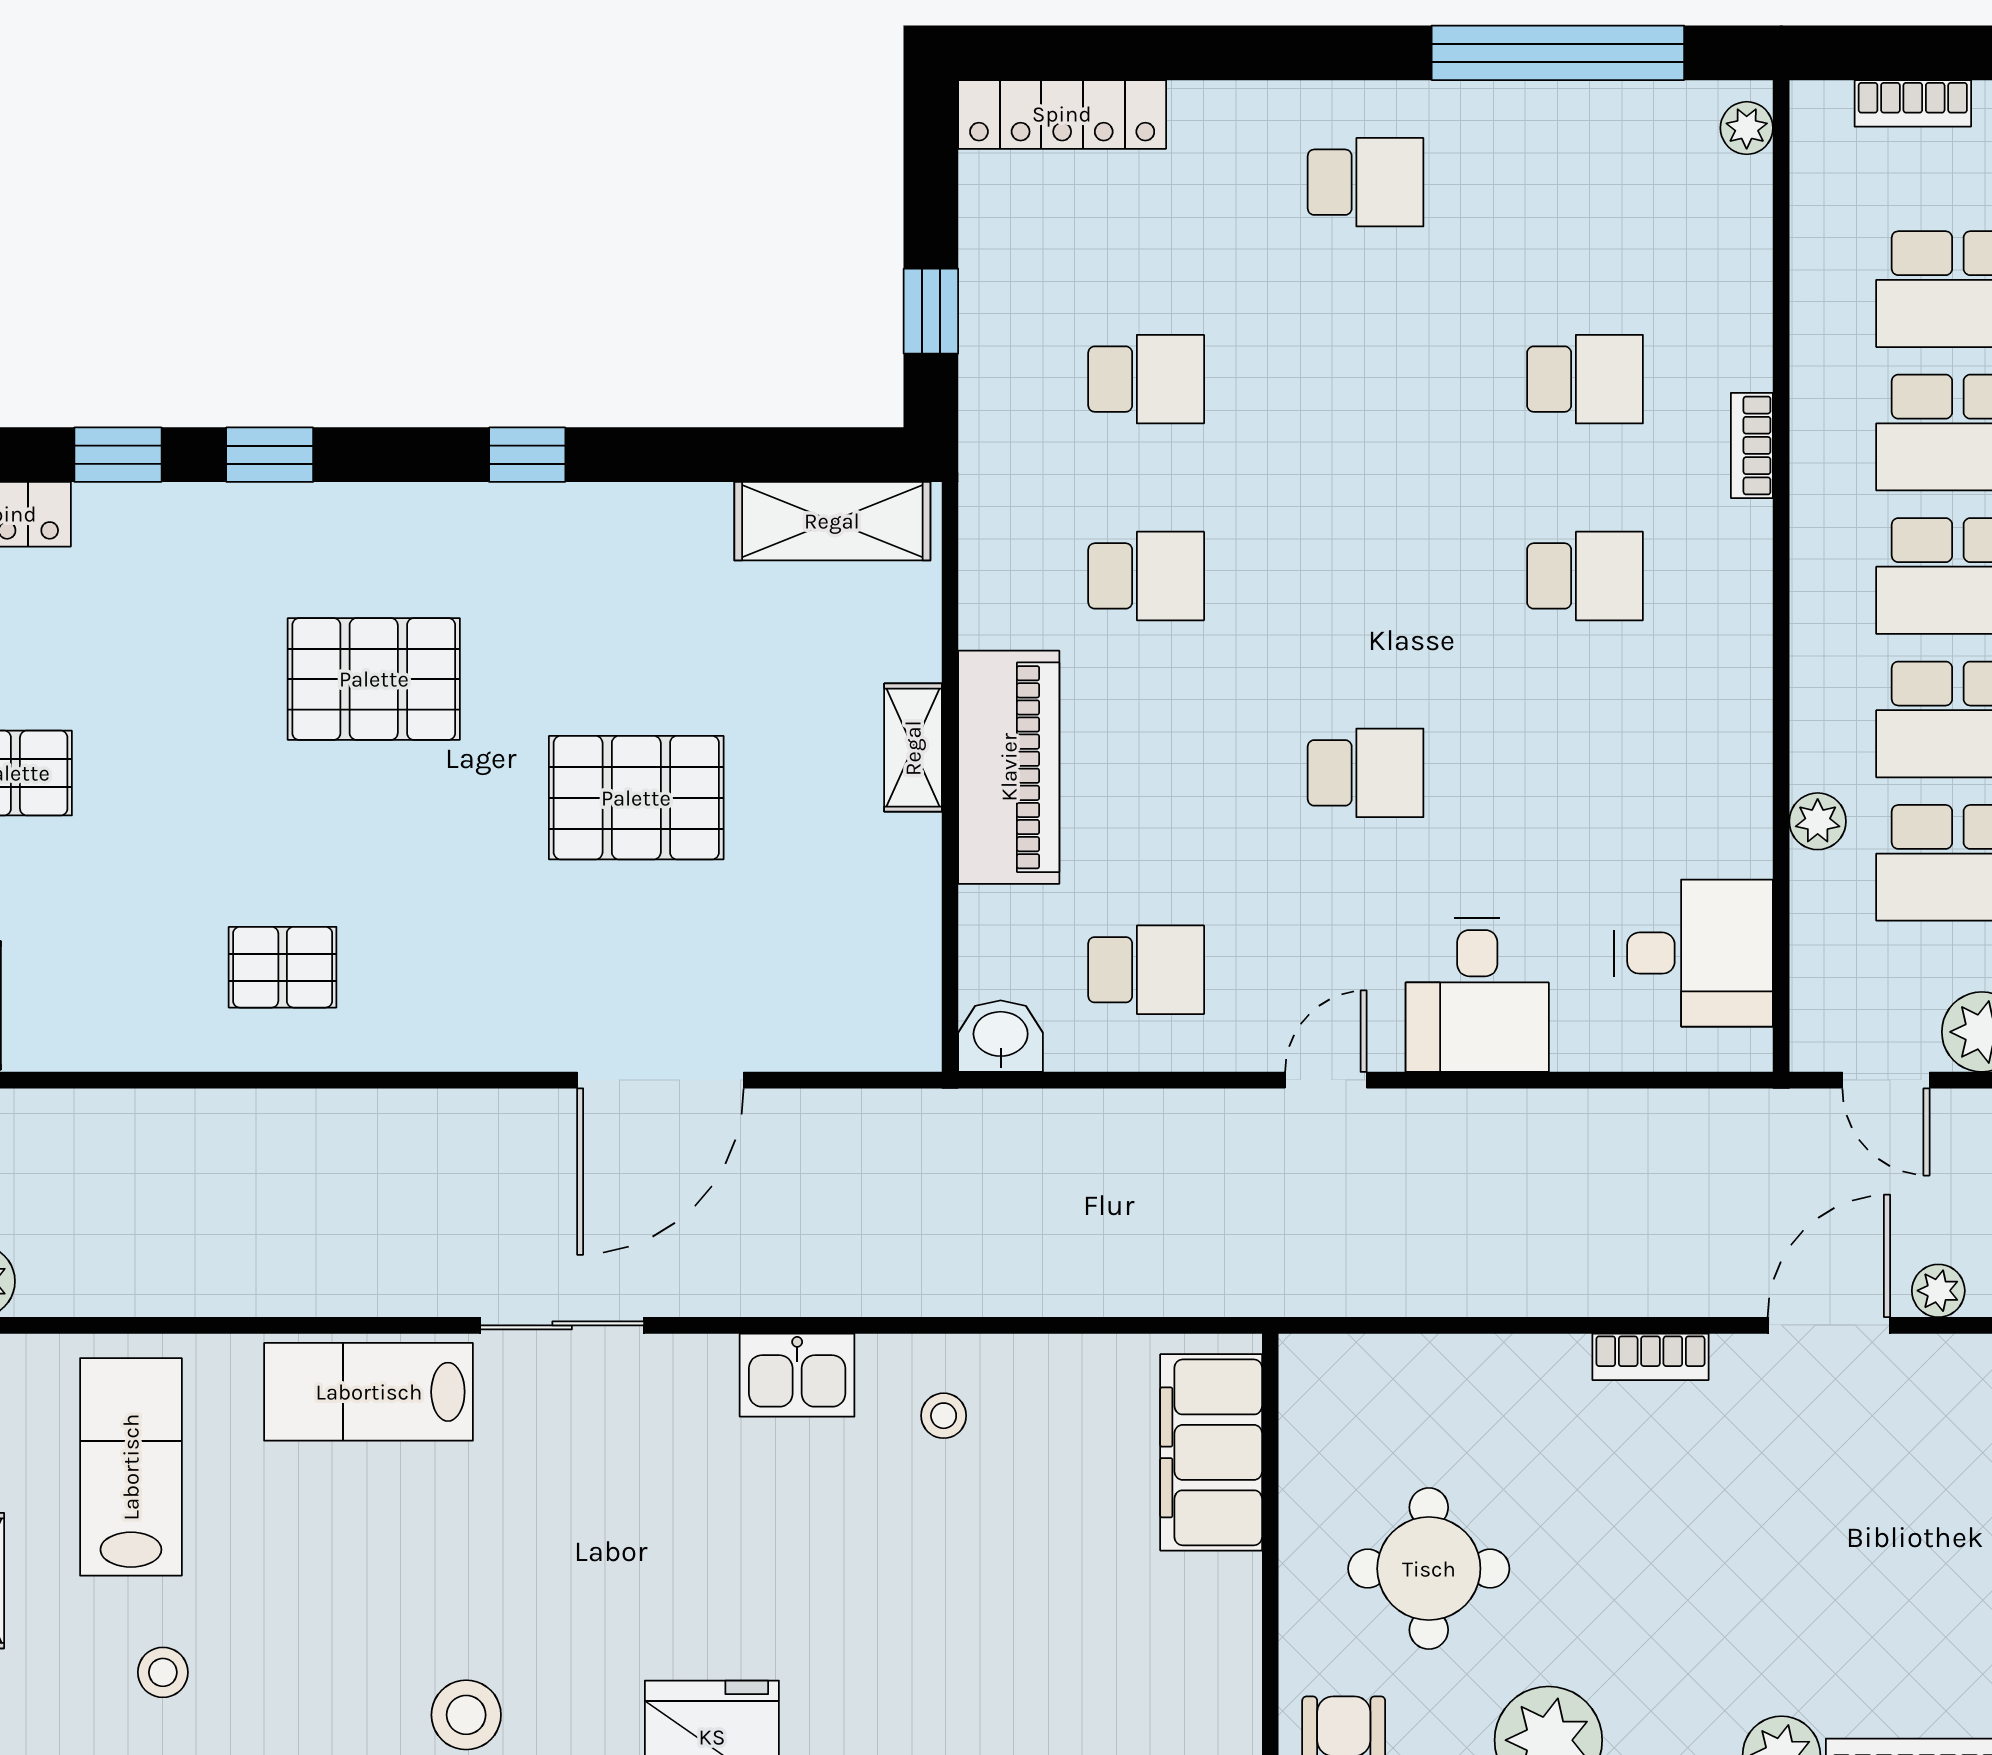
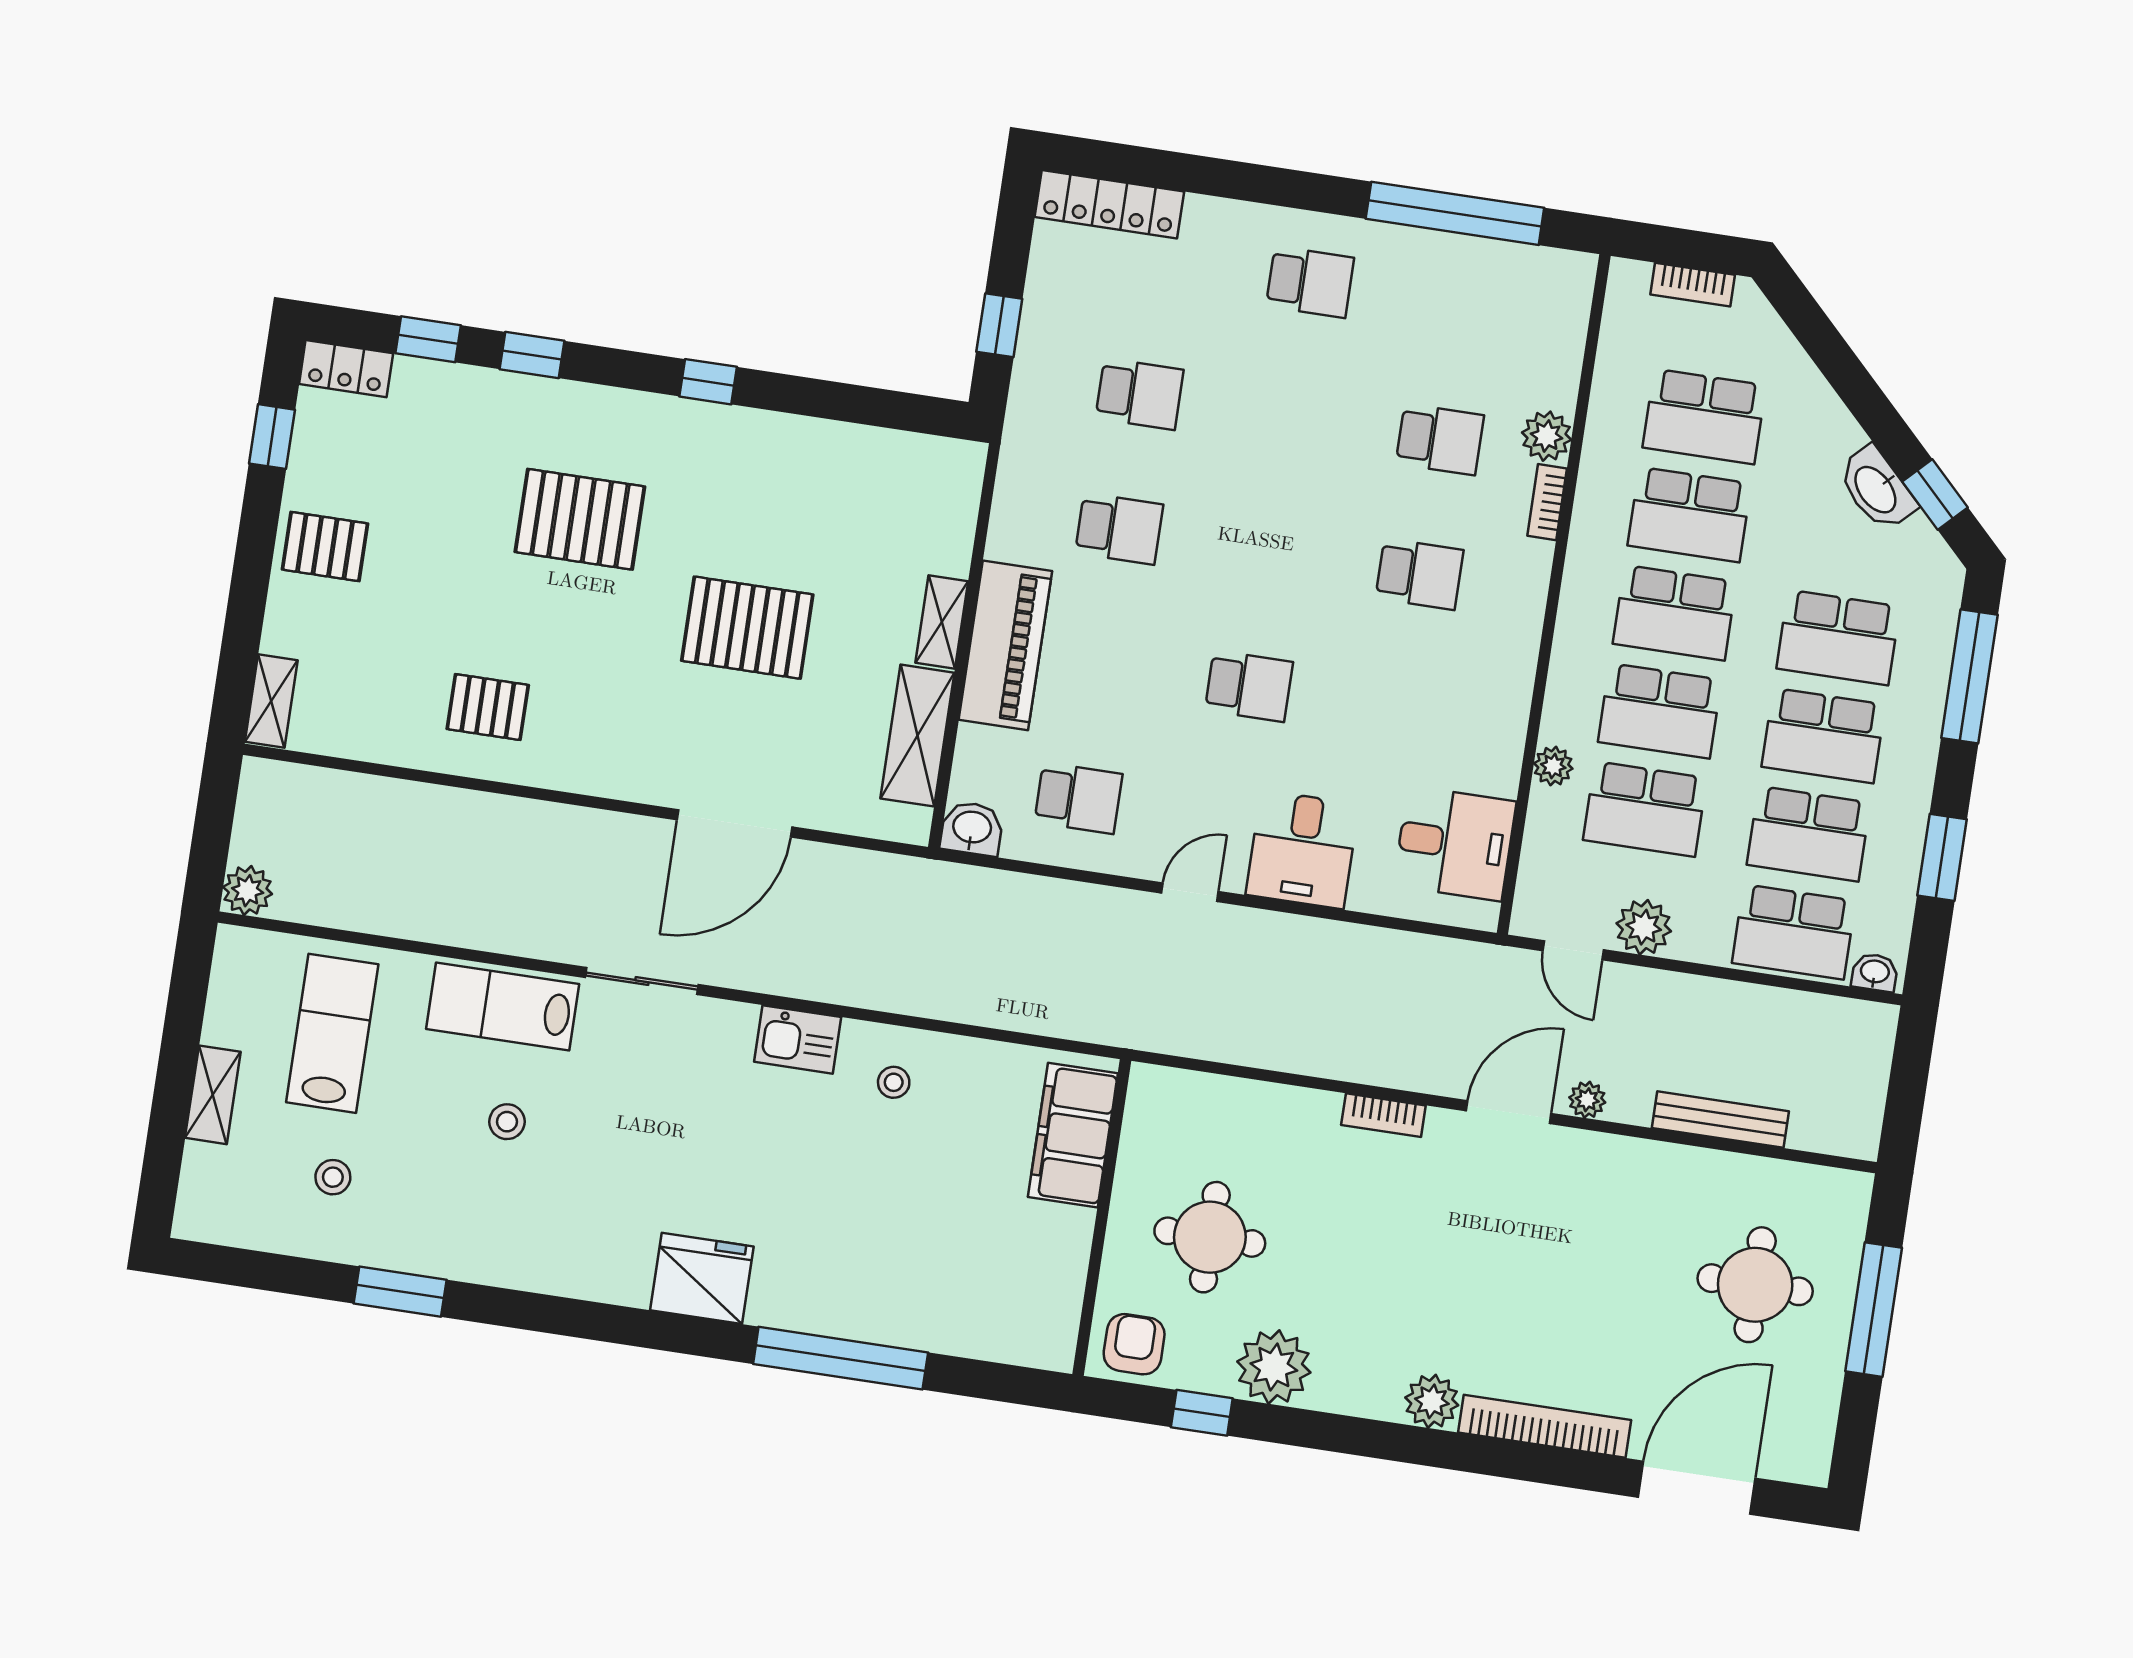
plant: (1747, 128) -> (1547, 436), moved, width x1.38, depth x1.38
shelving: (832, 521) -> (917, 736), moved, turned 90
stool: (466, 1715) -> (507, 1122), moved, width x0.73, depth x0.73

